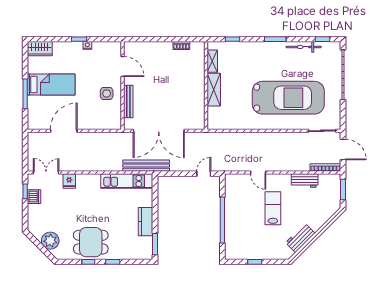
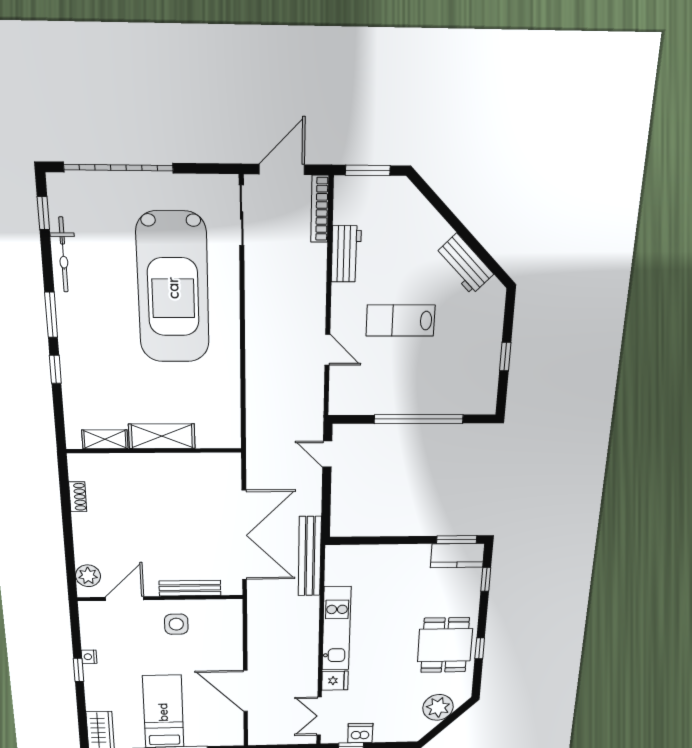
window: (232, 39) -> (55, 369), moved
plant: (136, 48) -> (88, 576), added
car: (288, 98) -> (173, 288), turned 180
door: (258, 173) -> (327, 350), hinge flipped
kitchen unit: (127, 181) -> (336, 629), moved
kitchen counter: (146, 222) -> (457, 556), moved
window: (113, 262) -> (486, 579), moved

